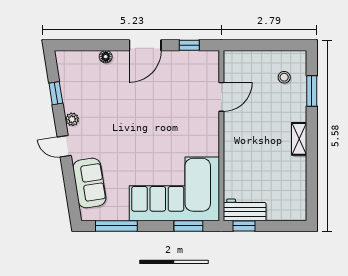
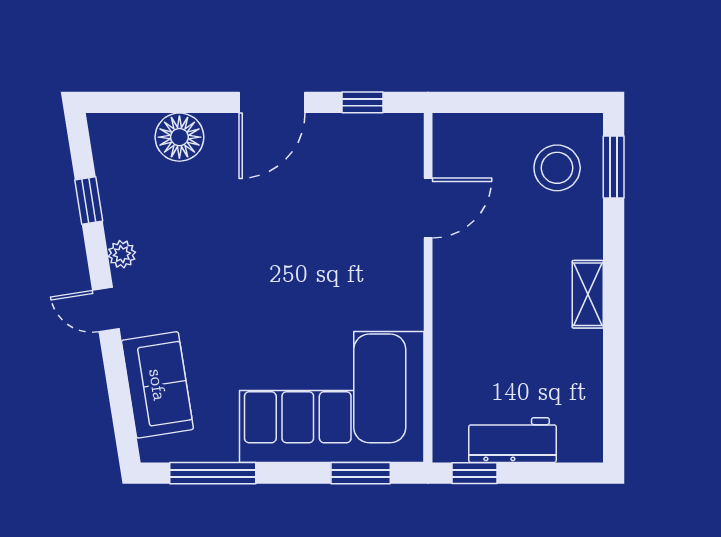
floor lamp: (106, 57) -> (179, 137), width x1.89, depth x1.89
stool: (284, 77) -> (557, 168), width x1.89, depth x1.89
window: (312, 91) -> (614, 167), moved
workbench: (245, 210) -> (512, 440), moved

